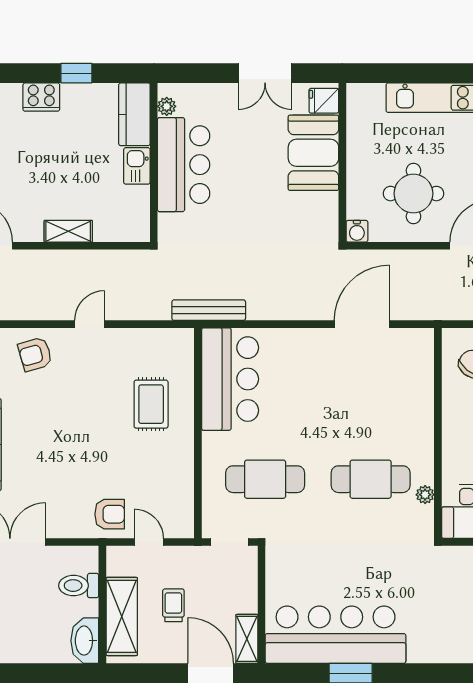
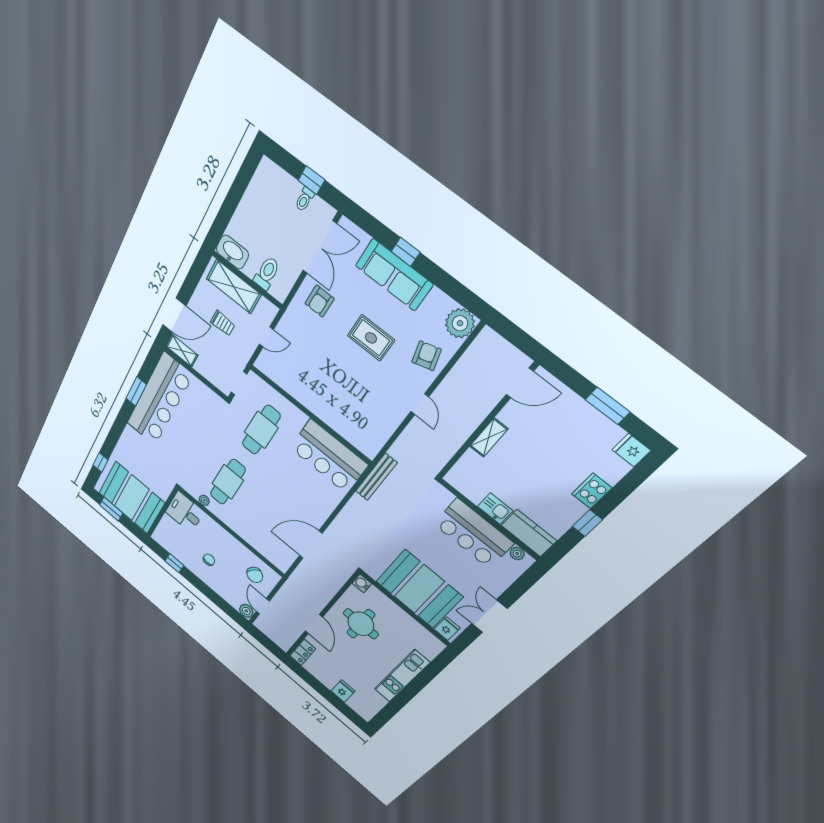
booth: (313, 153) -> (419, 589), width x1.36, depth x1.42
door: (362, 324) -> (311, 545), swing flipped
rug: (151, 404) -> (371, 338), moved
armchair: (110, 514) -> (319, 301), moved

